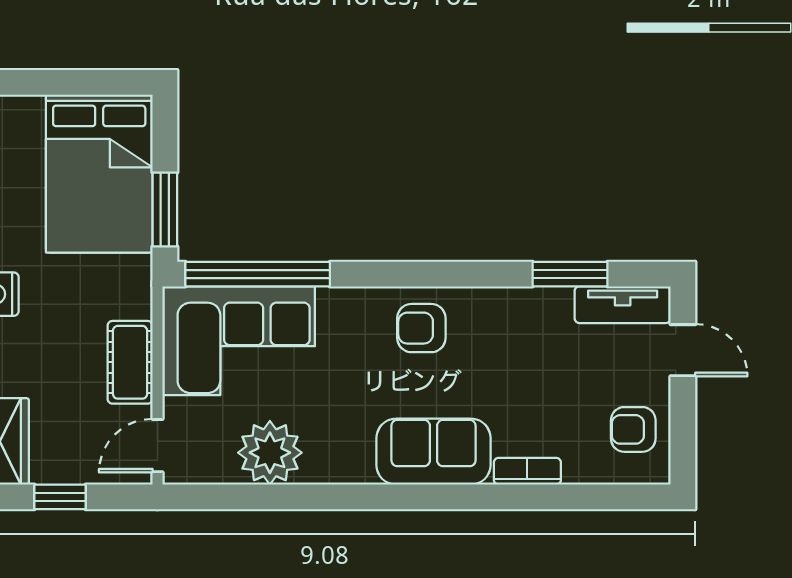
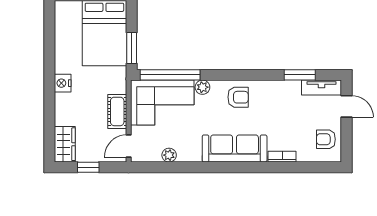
plant: (336, 304) -> (202, 87), added
armchair: (421, 328) -> (238, 97), turned 180
sofa: (433, 452) -> (235, 148), width x1.36
plant: (270, 453) -> (169, 155), width x0.53, depth x0.53

